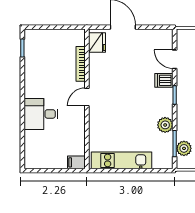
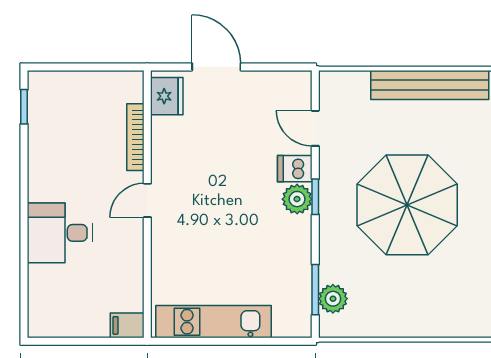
plant: (165, 125) -> (297, 199), moved

